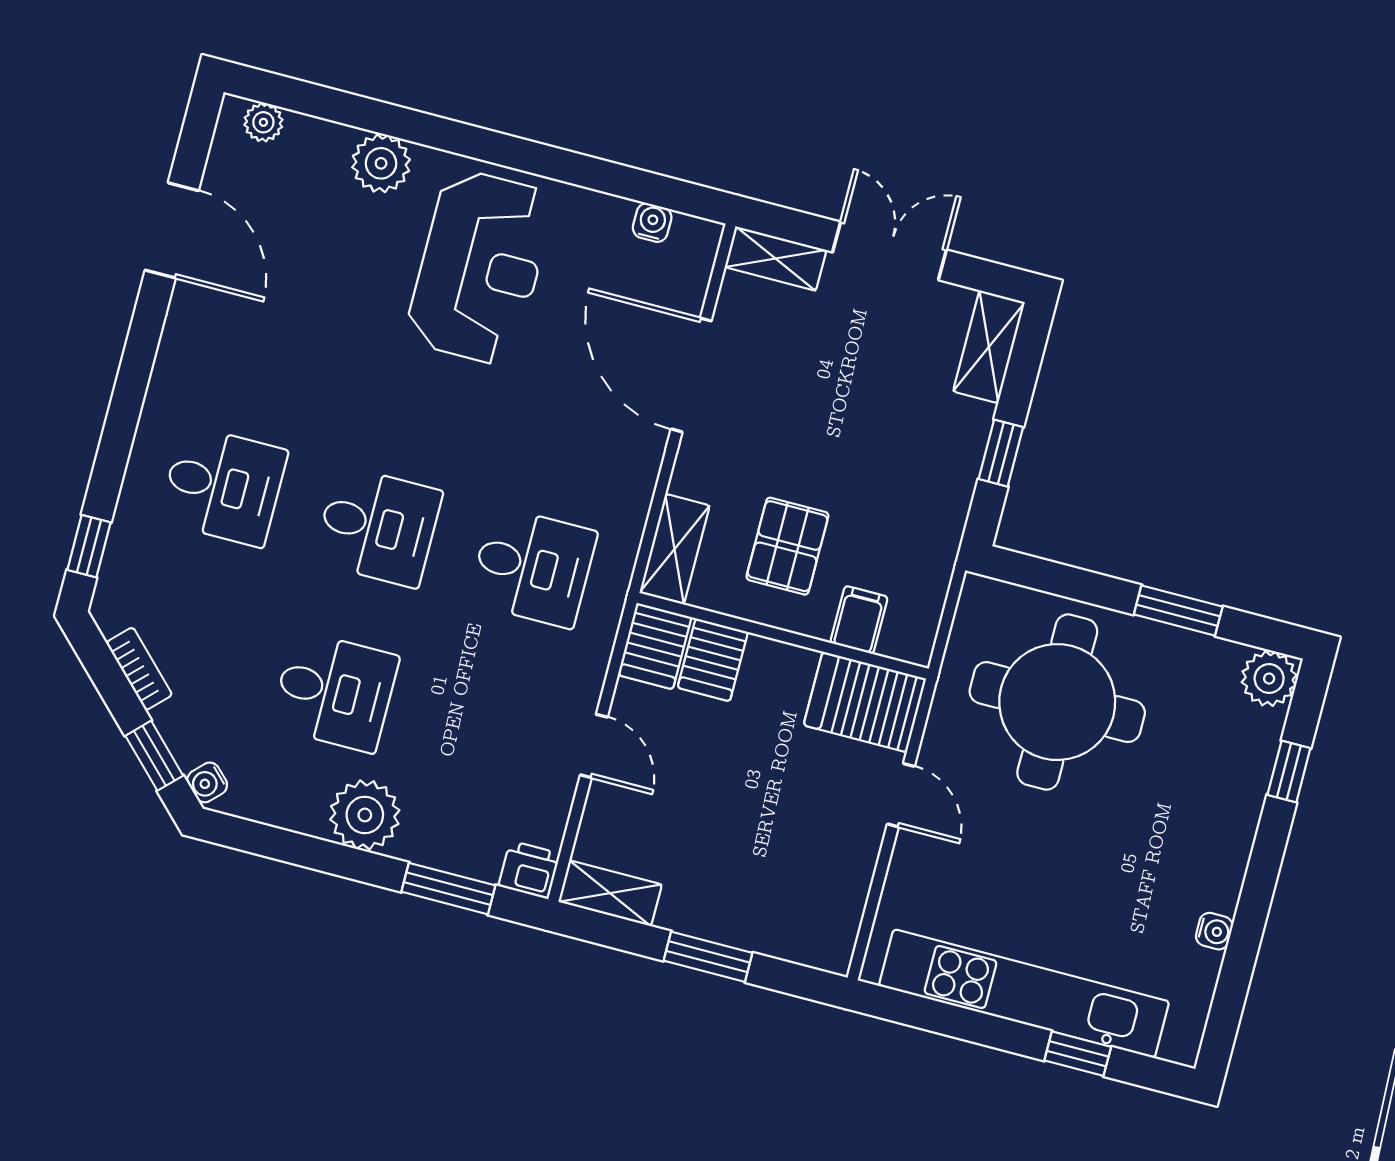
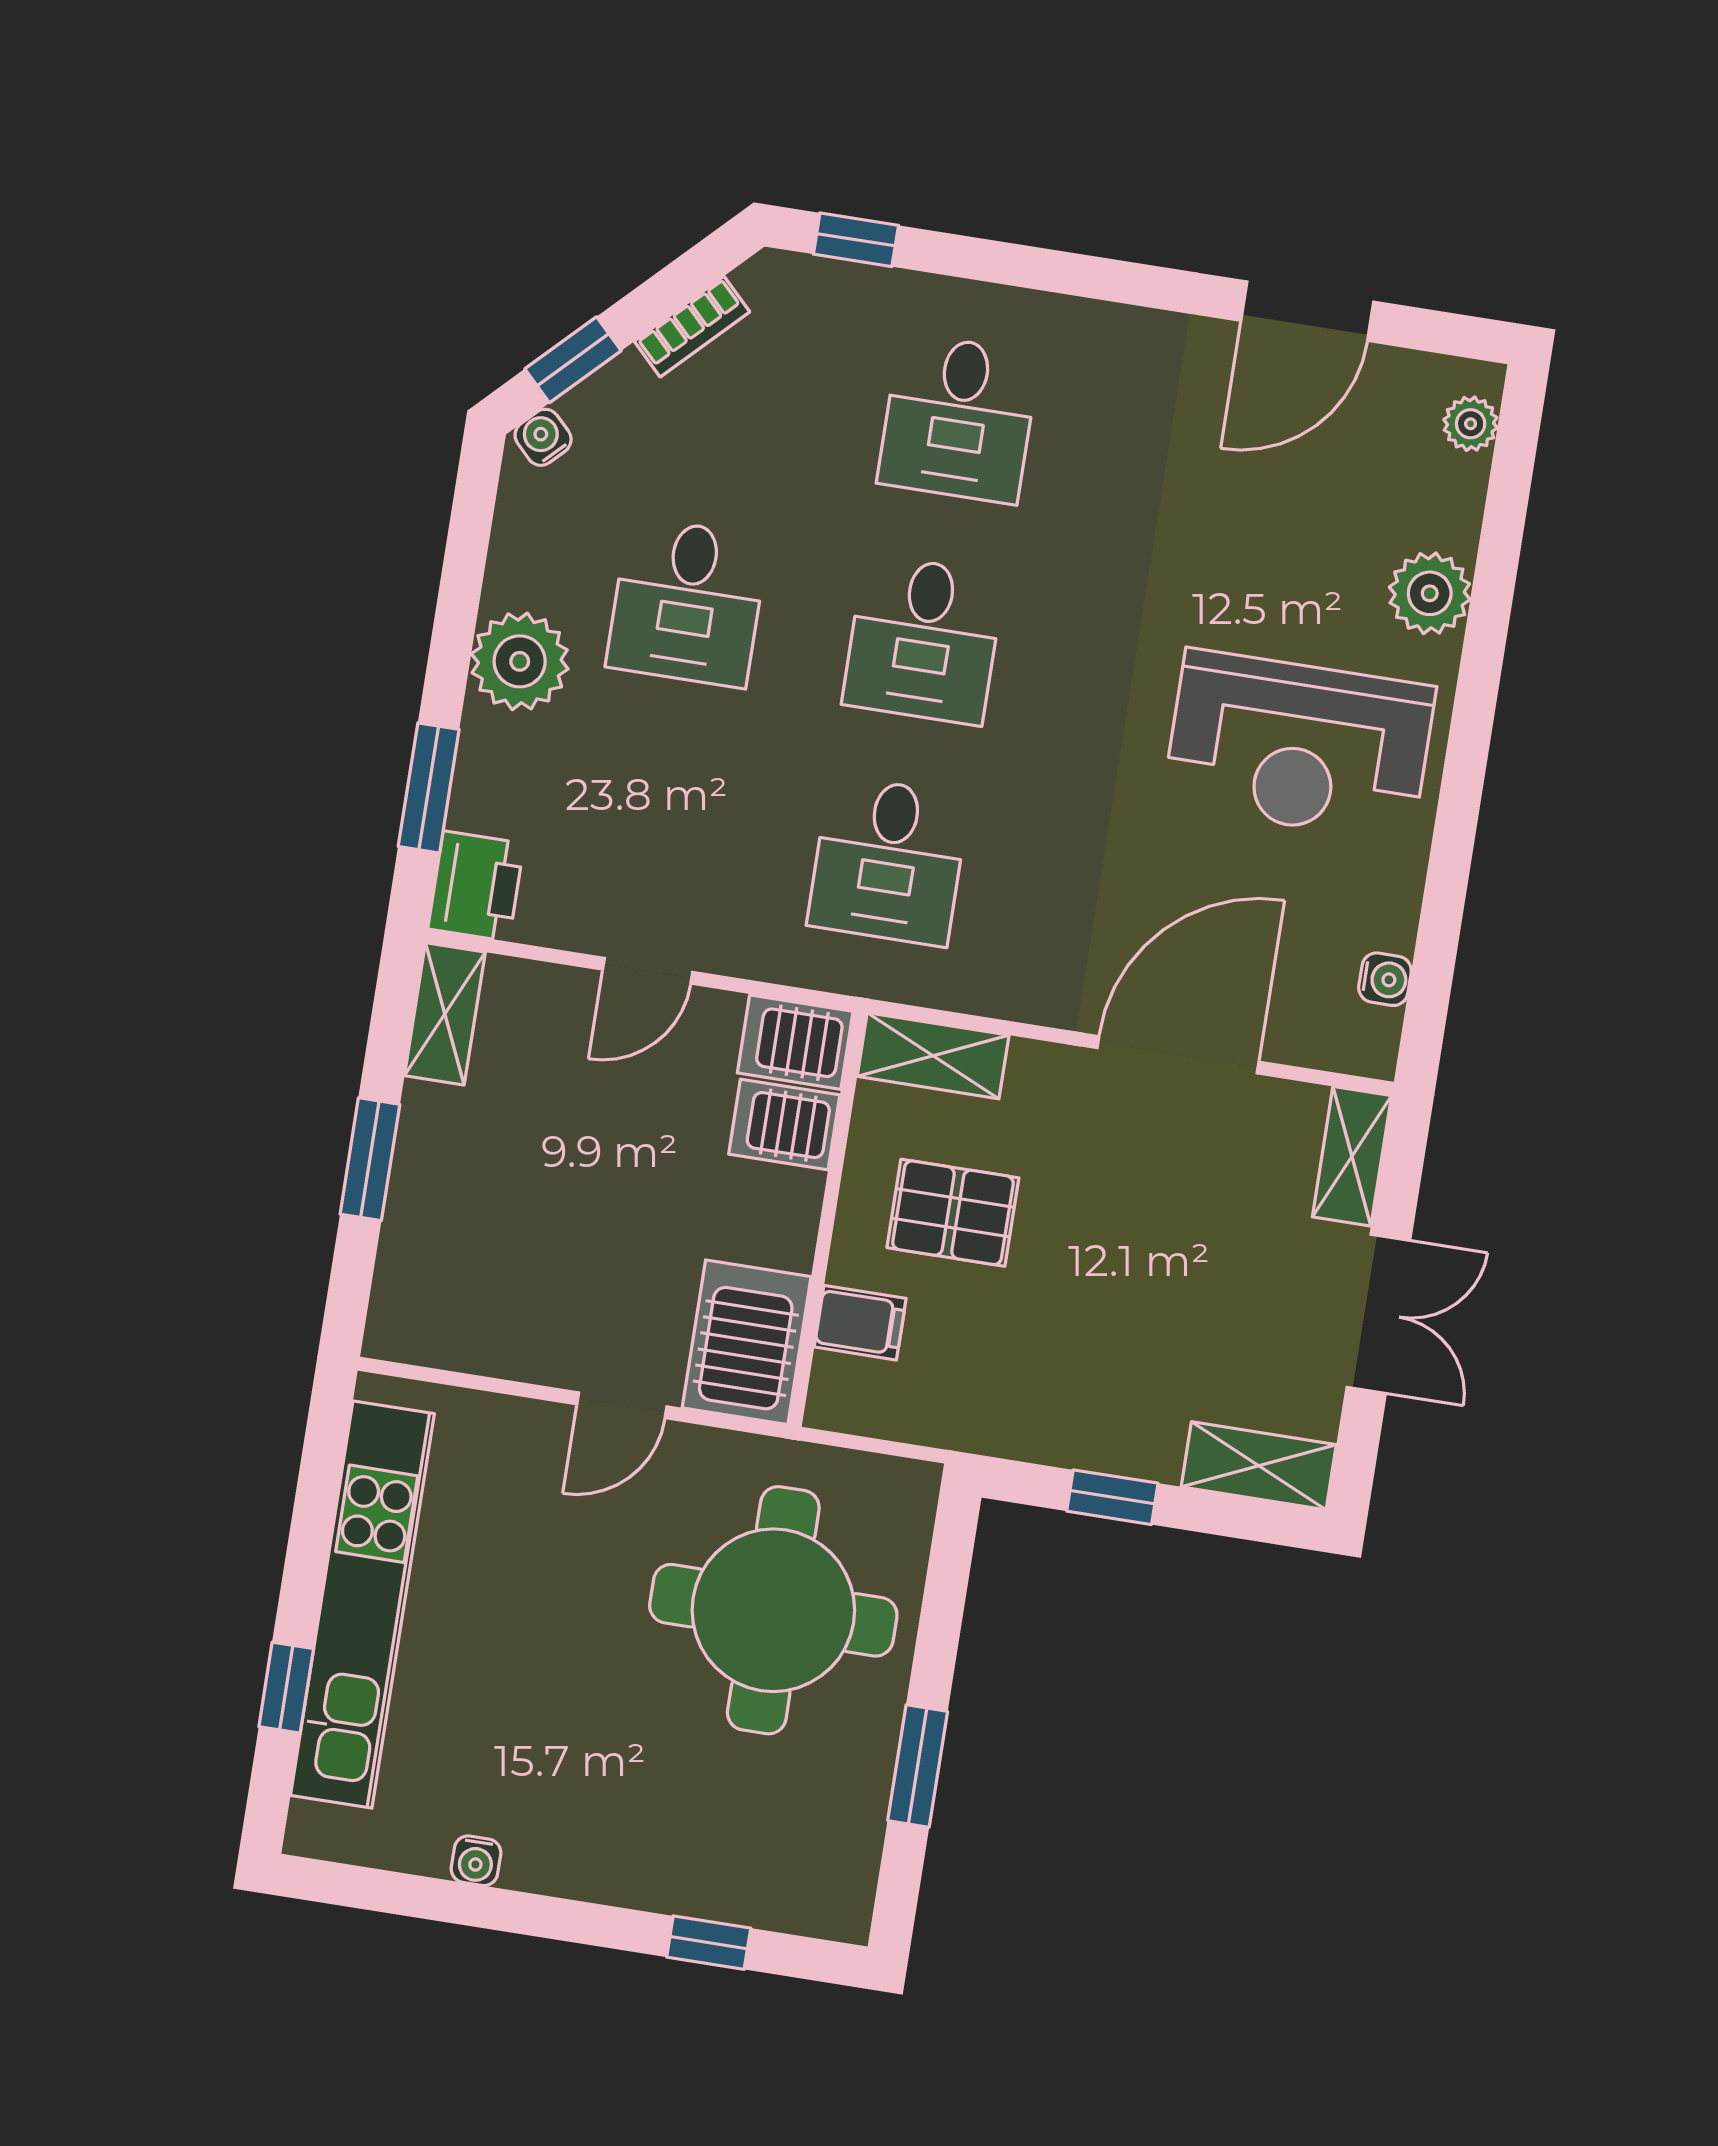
plant: (1269, 679) -> (835, 1902), removed
printer: (529, 870) -> (476, 886), width x1.36, depth x1.24

